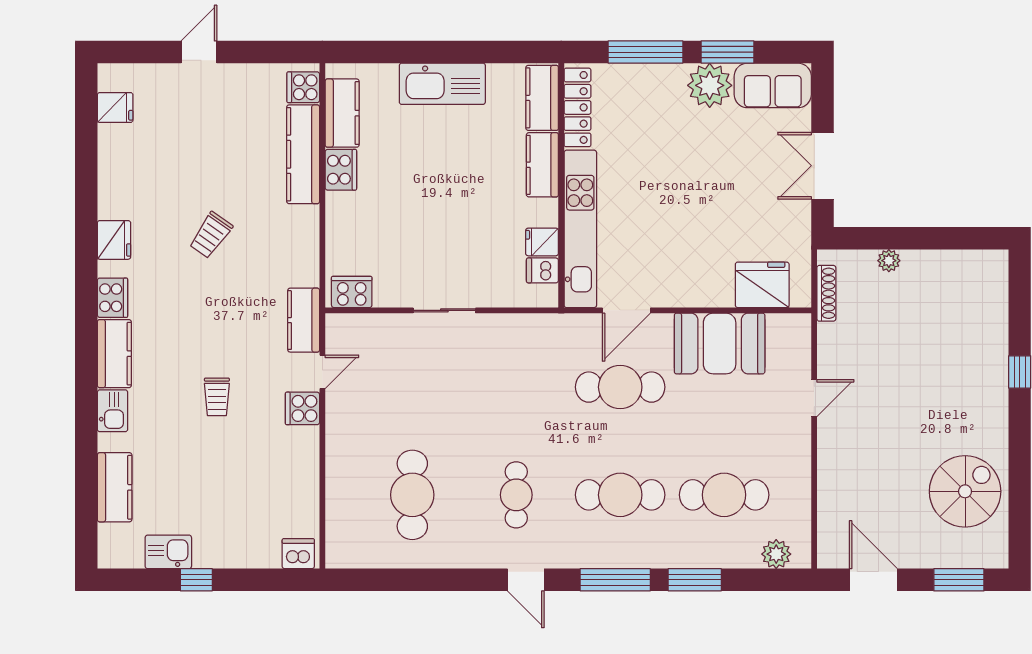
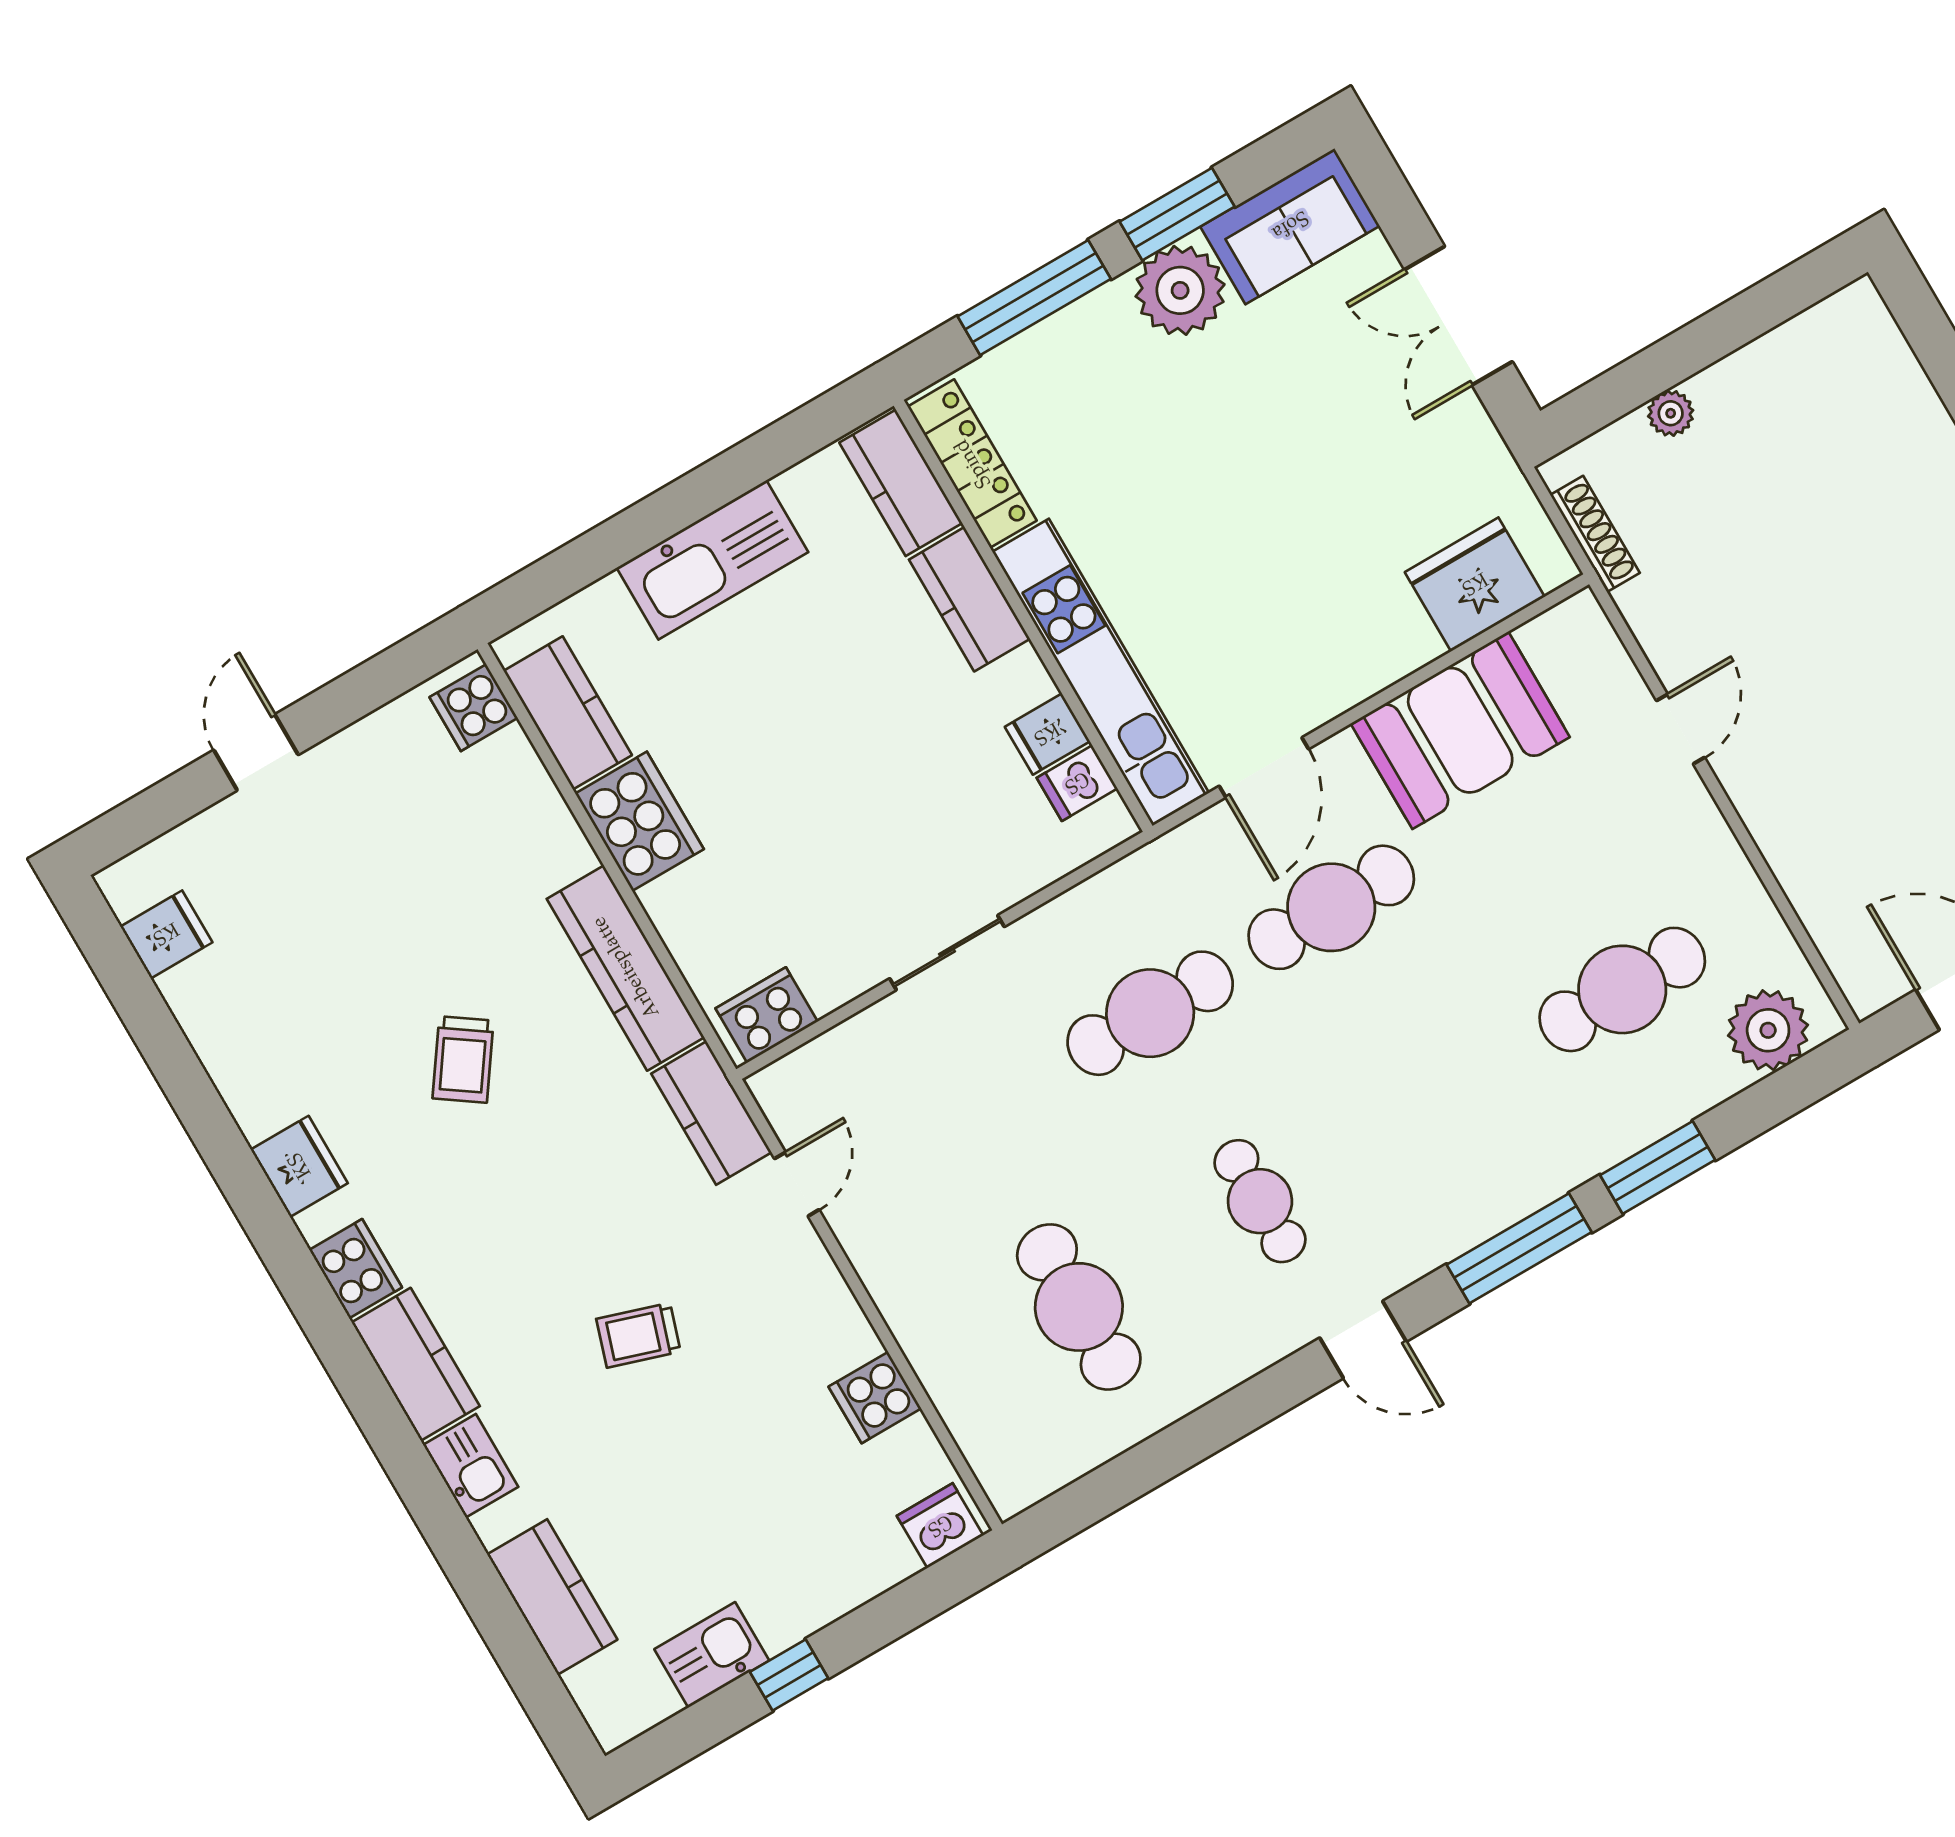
kitchen counter: (303, 154) -> (625, 968), moved
cooker: (341, 170) -> (639, 821), width x1.37, depth x1.31
trolley: (217, 397) -> (638, 1335), turned 108
cooker: (302, 408) -> (875, 1398), moved
cafe table: (620, 495) -> (1150, 1013), moved
plant: (776, 554) -> (1768, 1030), width x1.36, depth x1.36

